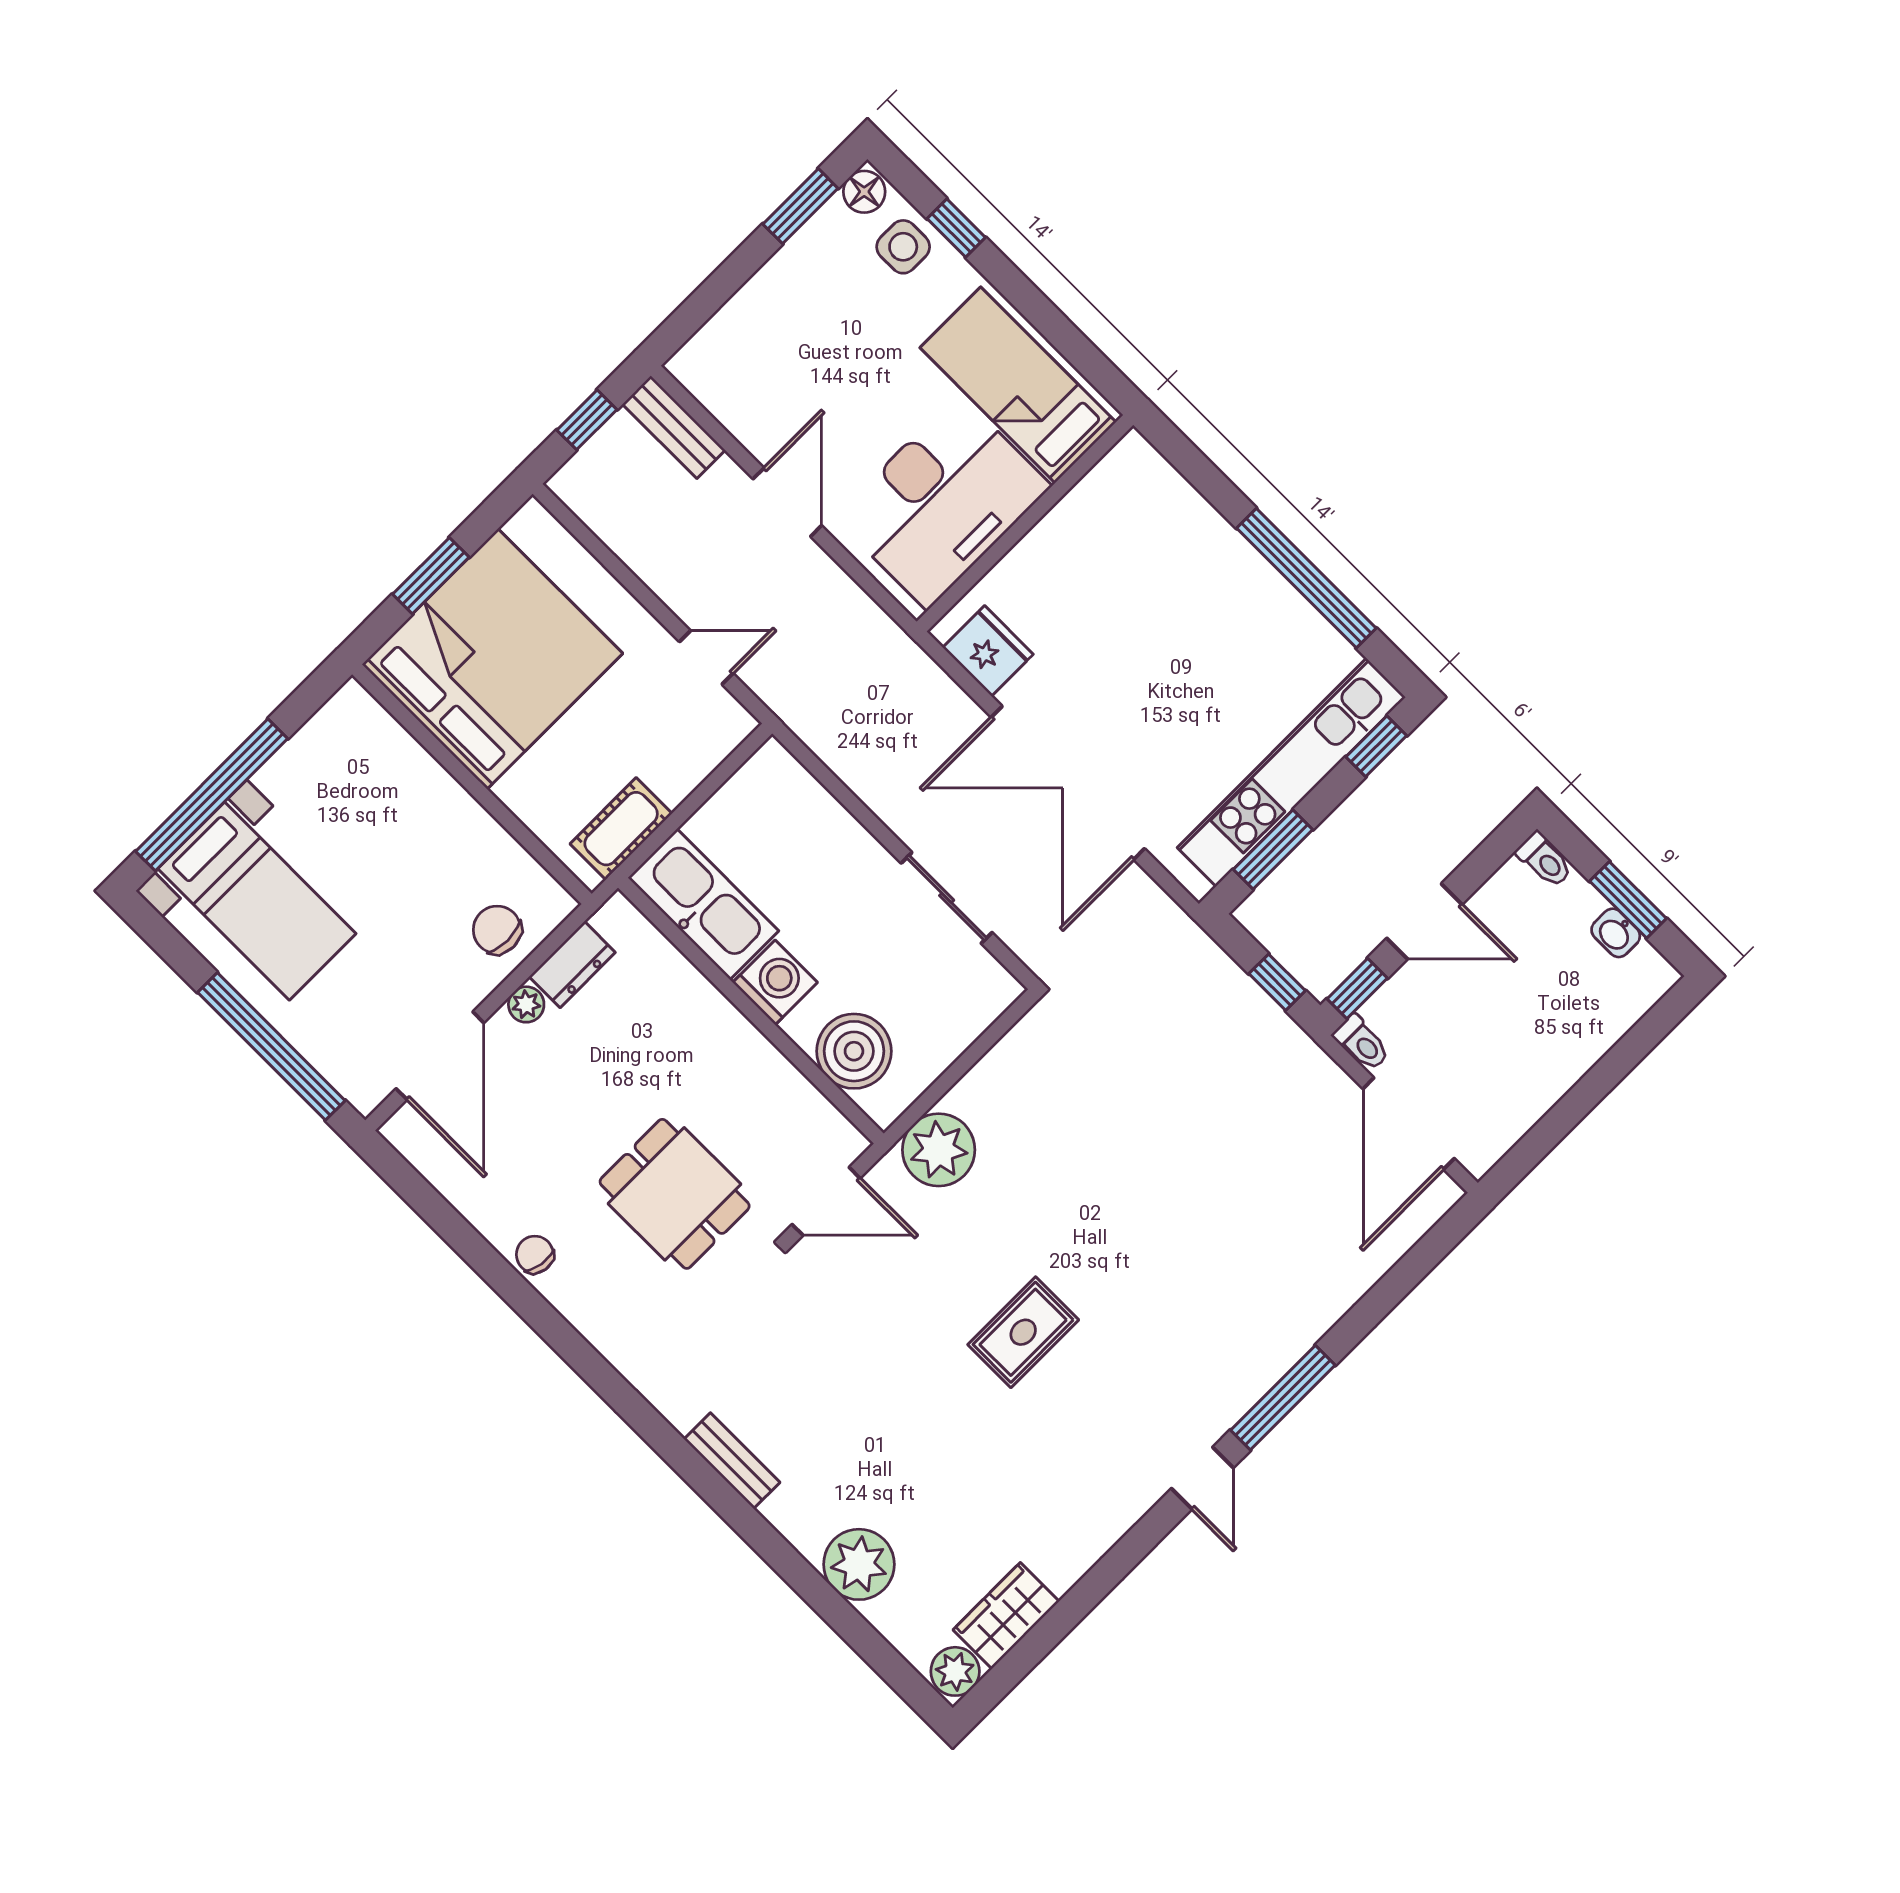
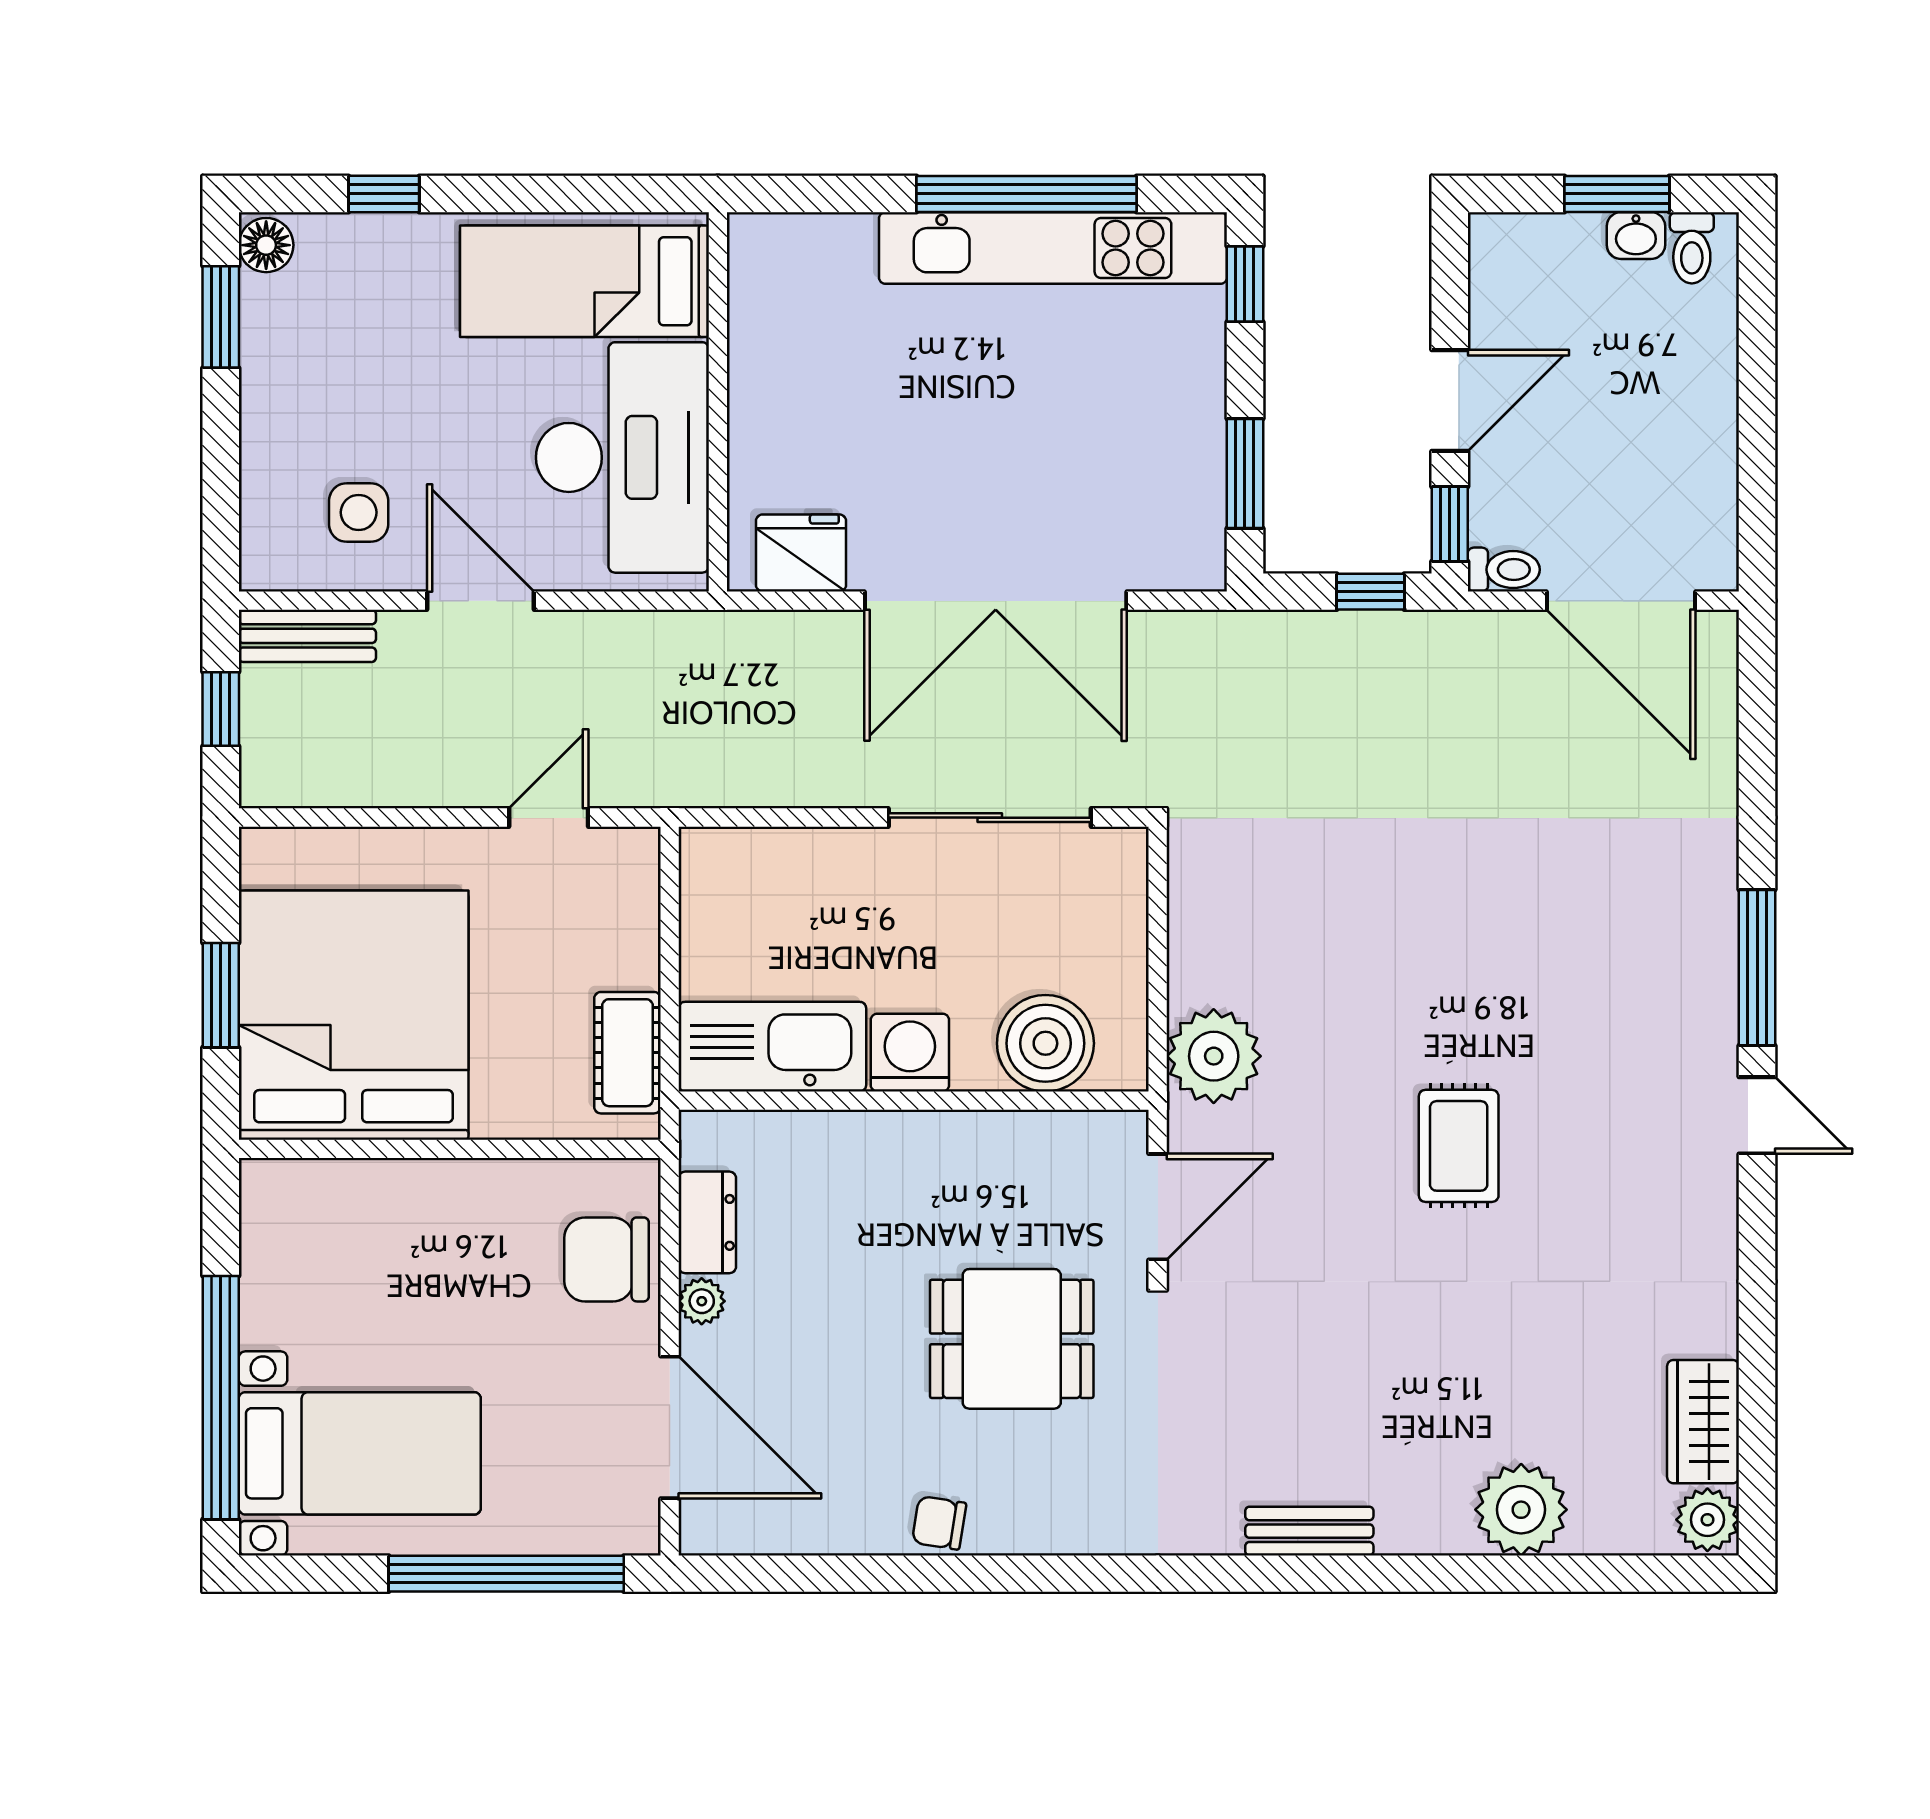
side table: (903, 247) -> (359, 512), moved
kitchen unit: (1291, 772) -> (1053, 248), moved, turned -90
toilet: (1544, 860) -> (1692, 248), moved, turned 90
sliding door: (947, 898) -> (990, 818), width x1.37
chair: (497, 930) -> (606, 1259), width x1.37, depth x1.37

